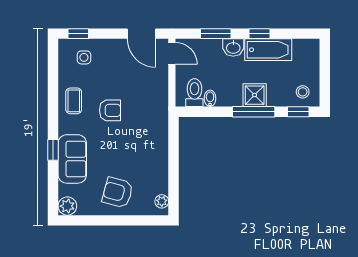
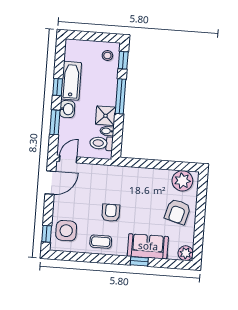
side table: (84, 57) -> (66, 231), width x1.87, depth x1.87
shower: (255, 95) -> (105, 116), moved
plant: (162, 201) -> (182, 181), width x1.88, depth x1.88

